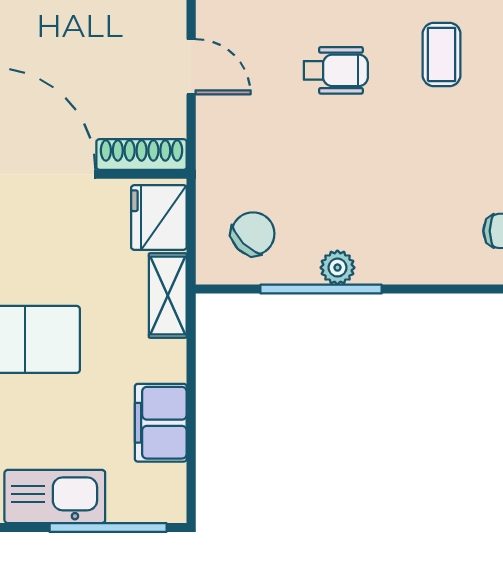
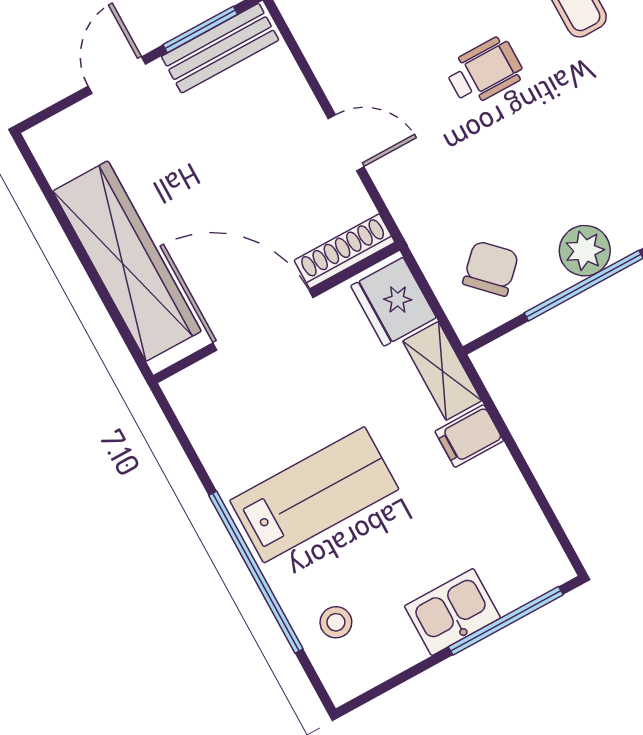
plant: (337, 268) -> (585, 251), width x1.38, depth x1.38
filing cabinet: (161, 423) -> (469, 436), moved, width x0.50
kitchen sink: (55, 497) -> (452, 612), width x0.73

